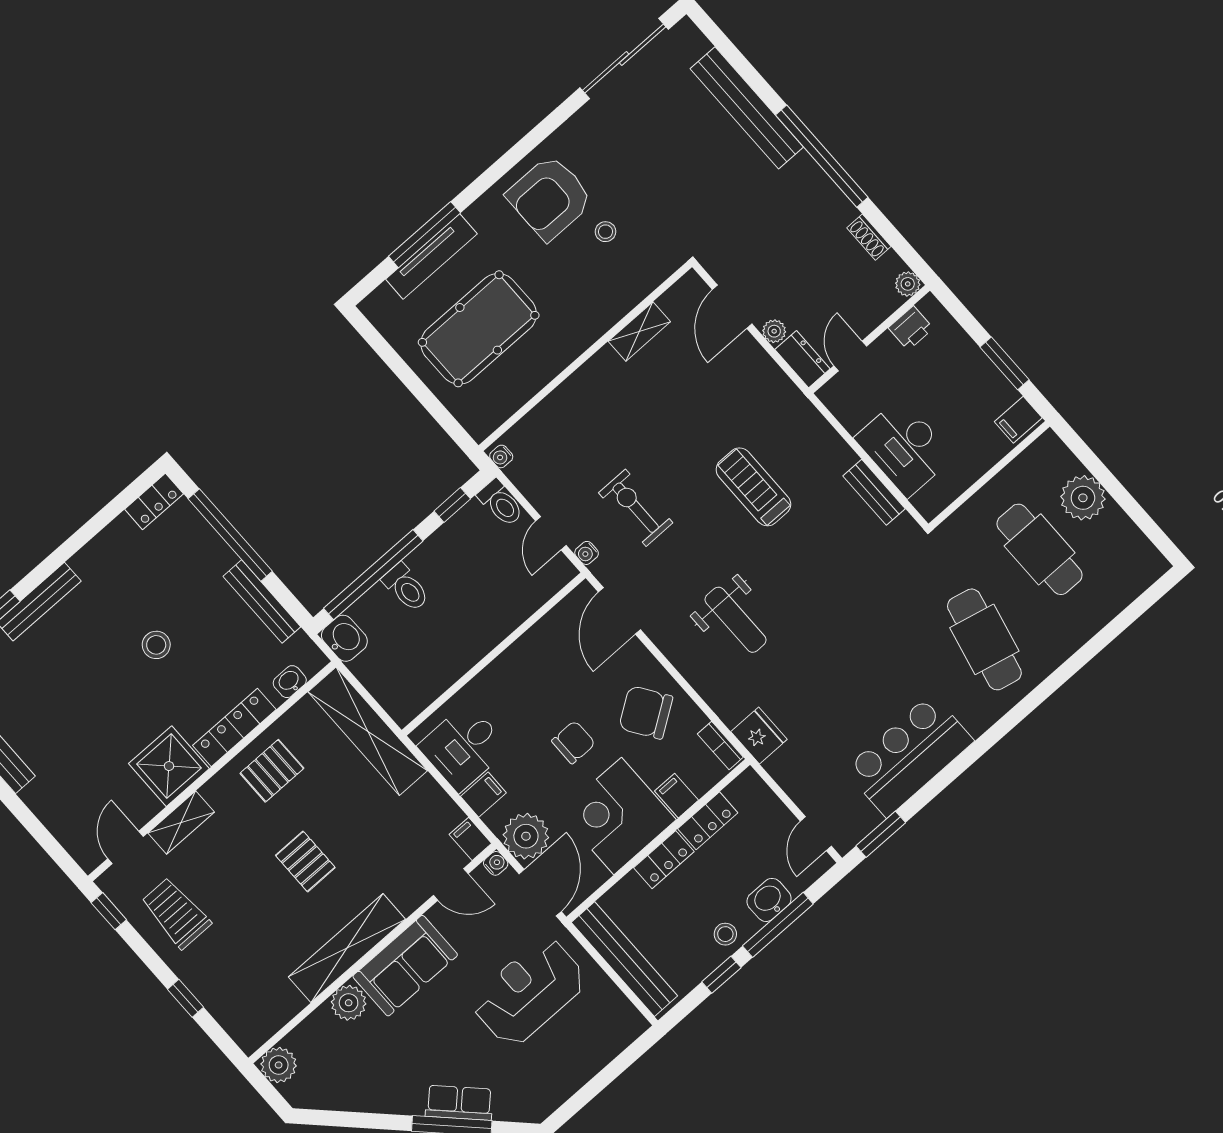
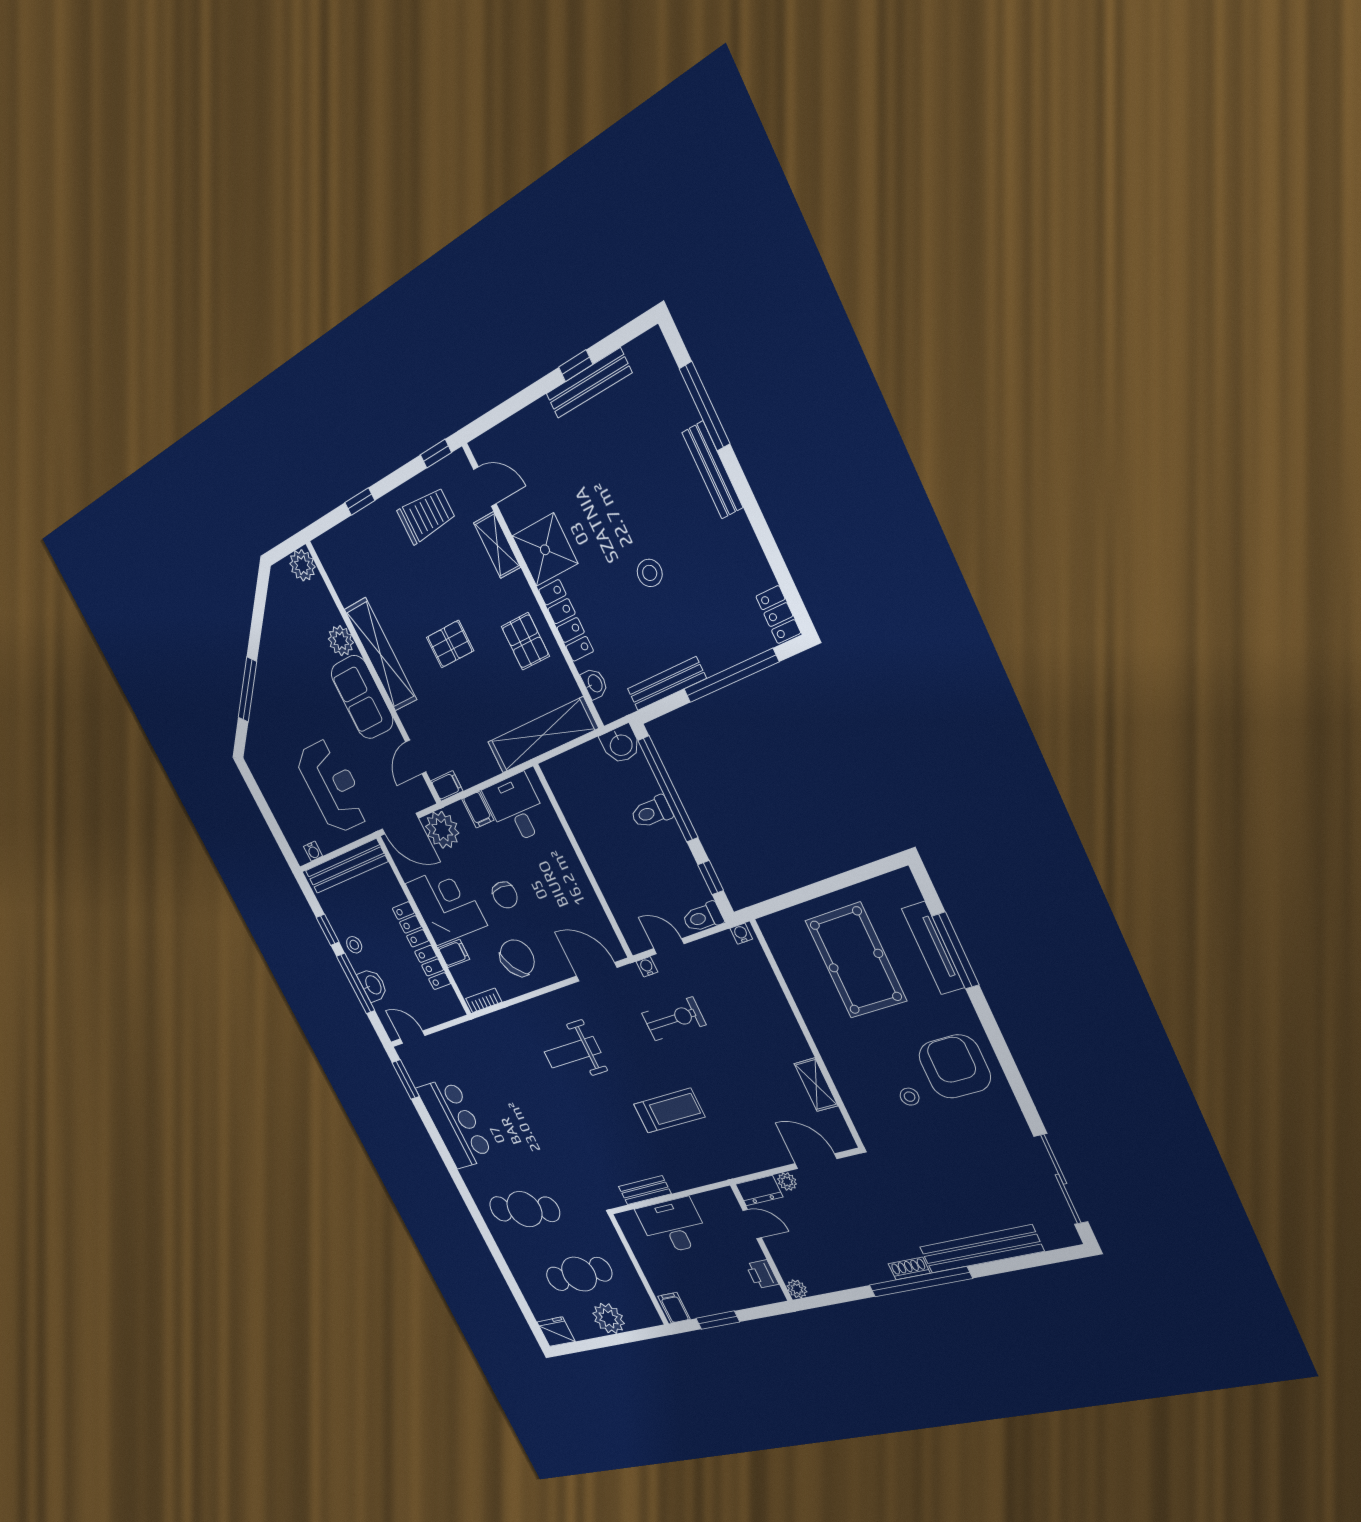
shoe rack: (869, 237) -> (909, 1269), moved
fridge: (759, 735) -> (556, 1332), moved, turned 180
water cooler: (496, 863) -> (313, 851), moved
row of seats: (459, 1103) -> (262, 702), removed

